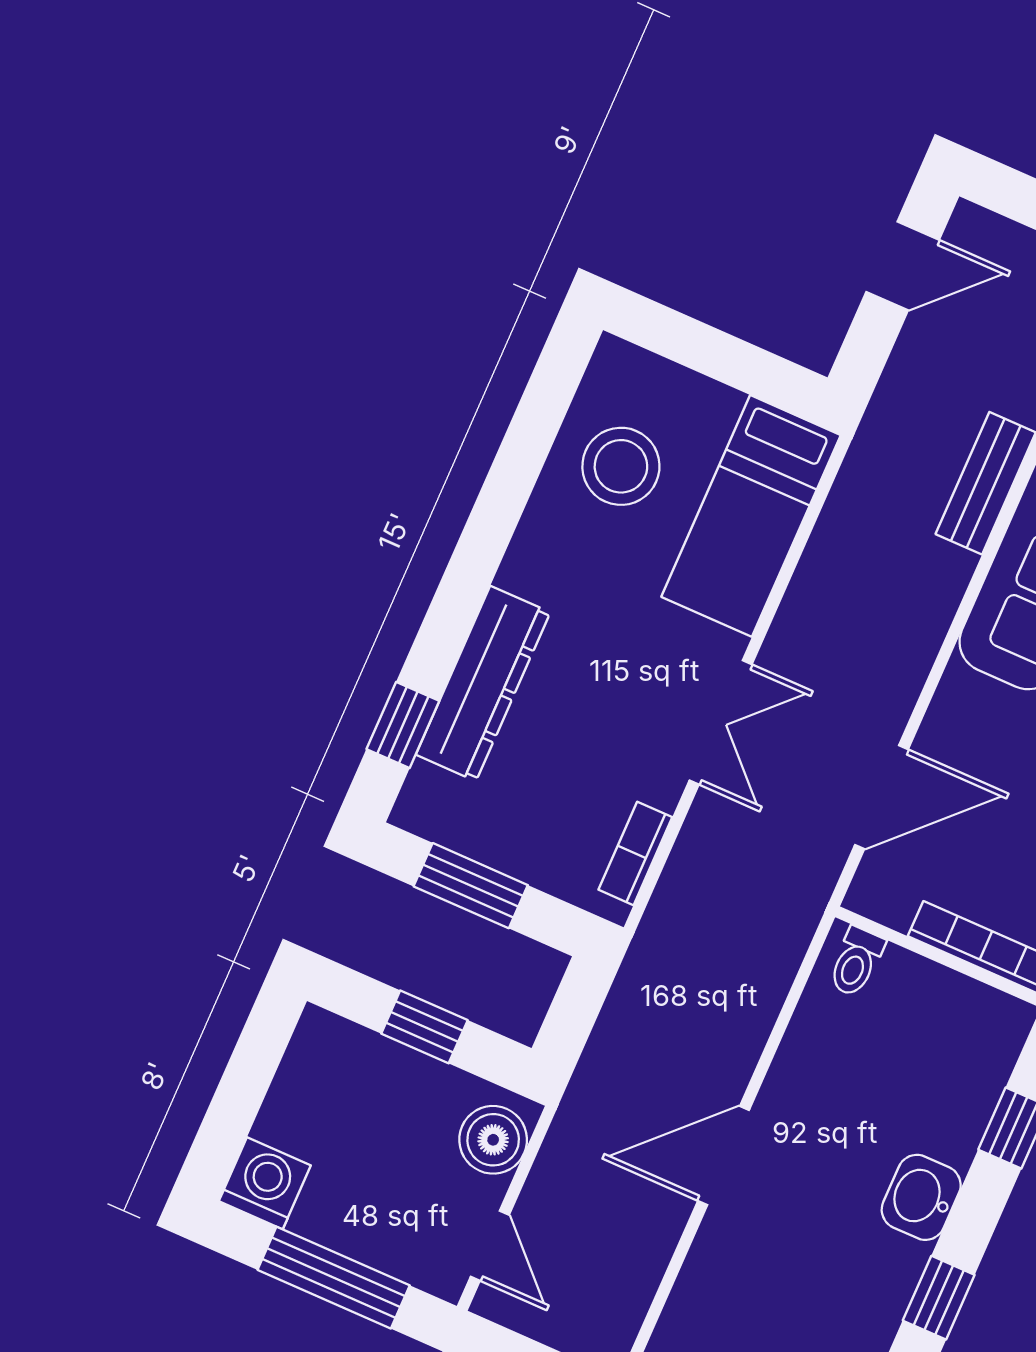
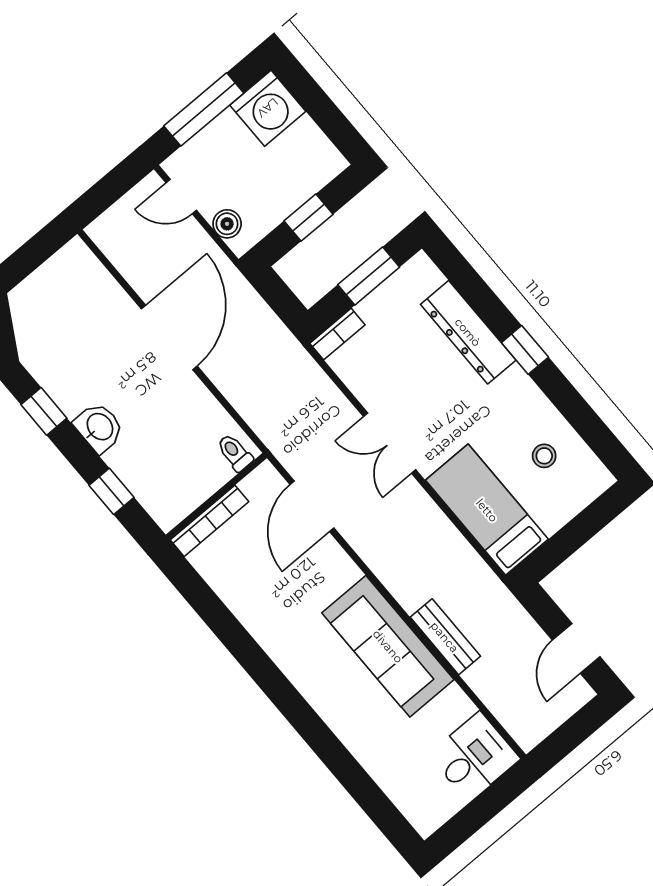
stool: (621, 466) -> (544, 456), width x0.53, depth x0.53
window: (403, 725) -> (525, 350), moved
bookcase: (635, 853) -> (337, 334), moved, turned 90
boiler: (493, 1140) -> (227, 224), width x0.73, depth x0.73
door: (724, 1156) -> (169, 337), width x1.36
washing machine: (265, 1183) -> (268, 108), width x1.37, depth x1.37

